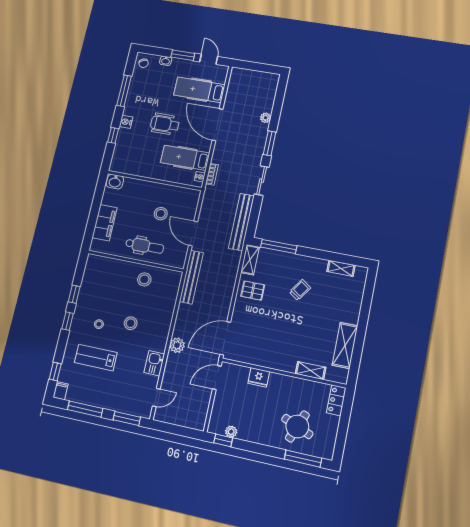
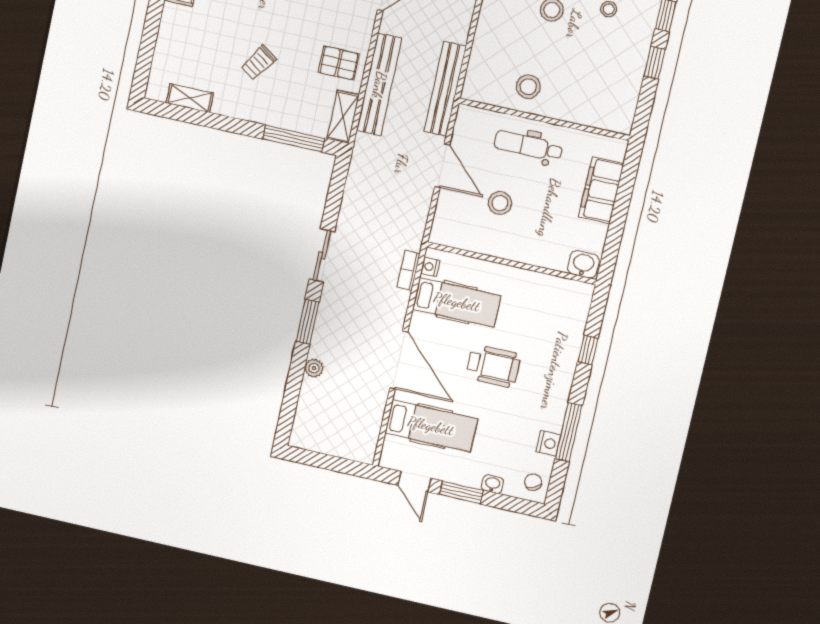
nightstand: (126, 122) -> (548, 443), moved
bench: (241, 222) -> (379, 85), moved

